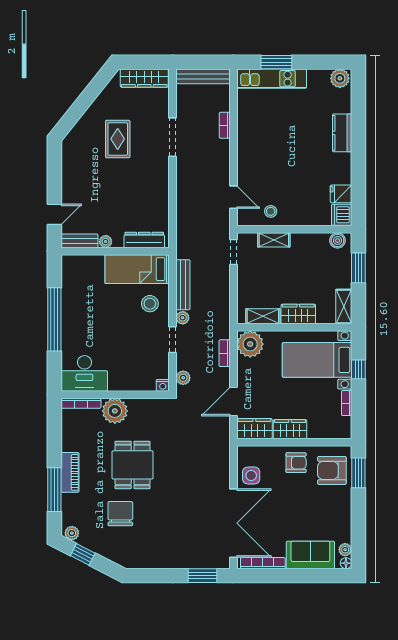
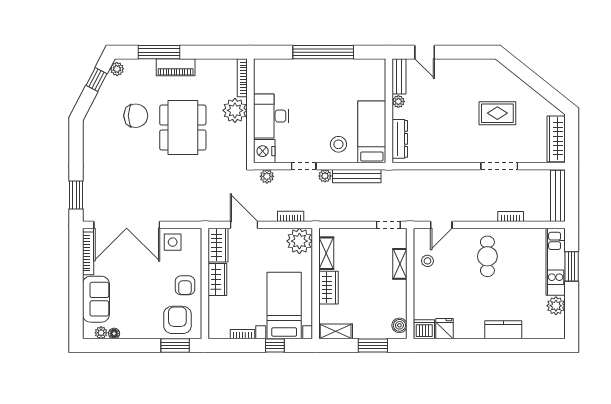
plant: (340, 78) -> (556, 306), moved
cafe table: (266, 149) -> (487, 256), added
desk: (84, 373) -> (271, 116), moved
nightstand: (163, 385) -> (264, 151), width x1.89, depth x1.79
dining table: (133, 465) -> (183, 128), width x1.38
floor lamp: (346, 563) -> (114, 334), moved

